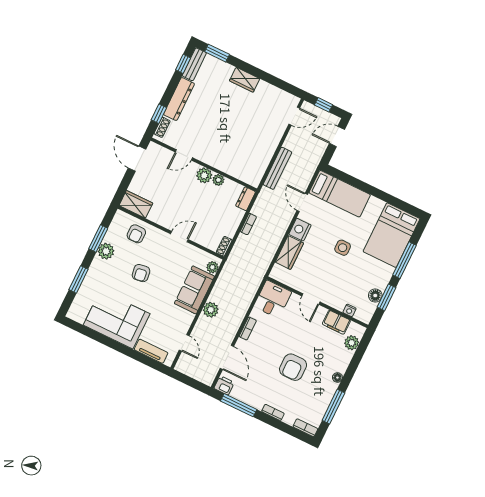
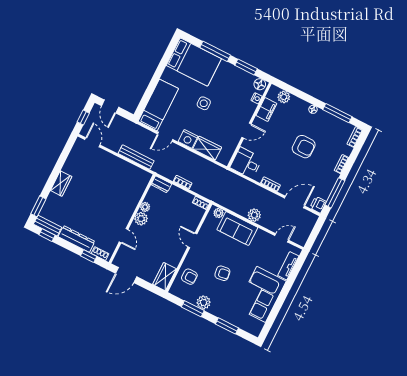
floor lamp: (375, 296) -> (260, 84), moved

